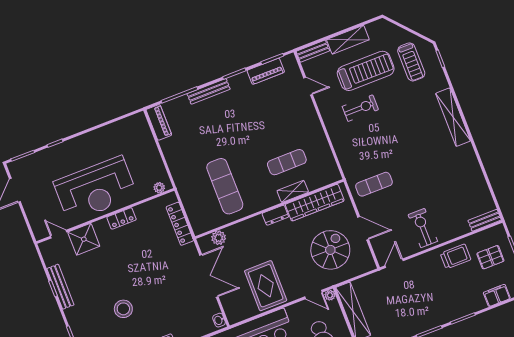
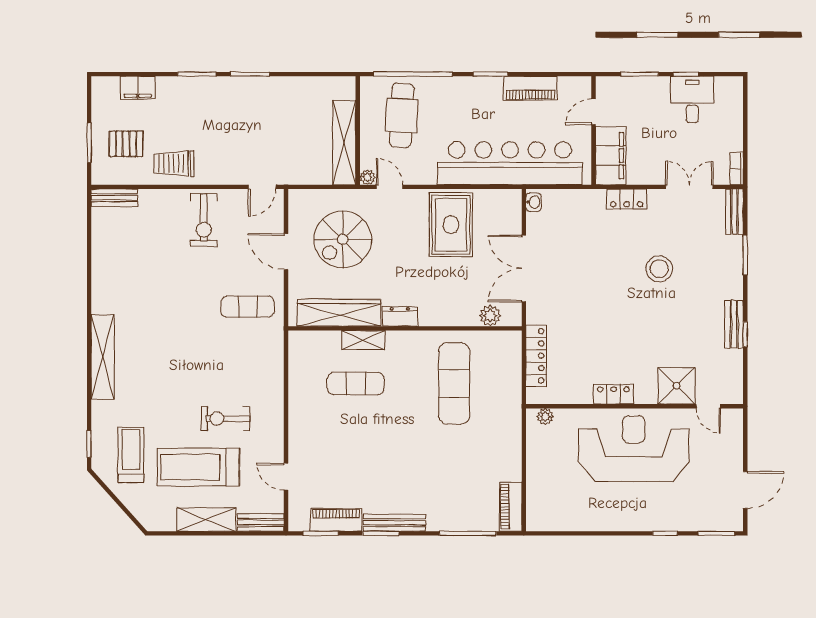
bench: (209, 91) -> (394, 523), moved
bench: (60, 287) -> (734, 324), width x0.73

